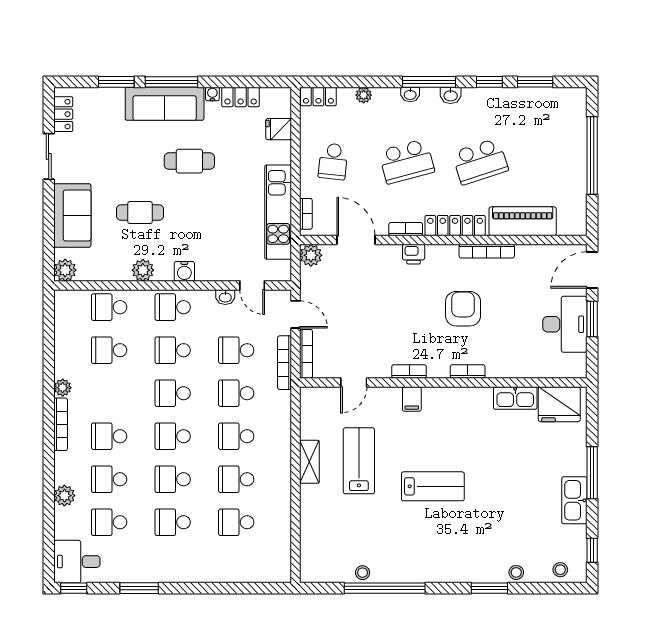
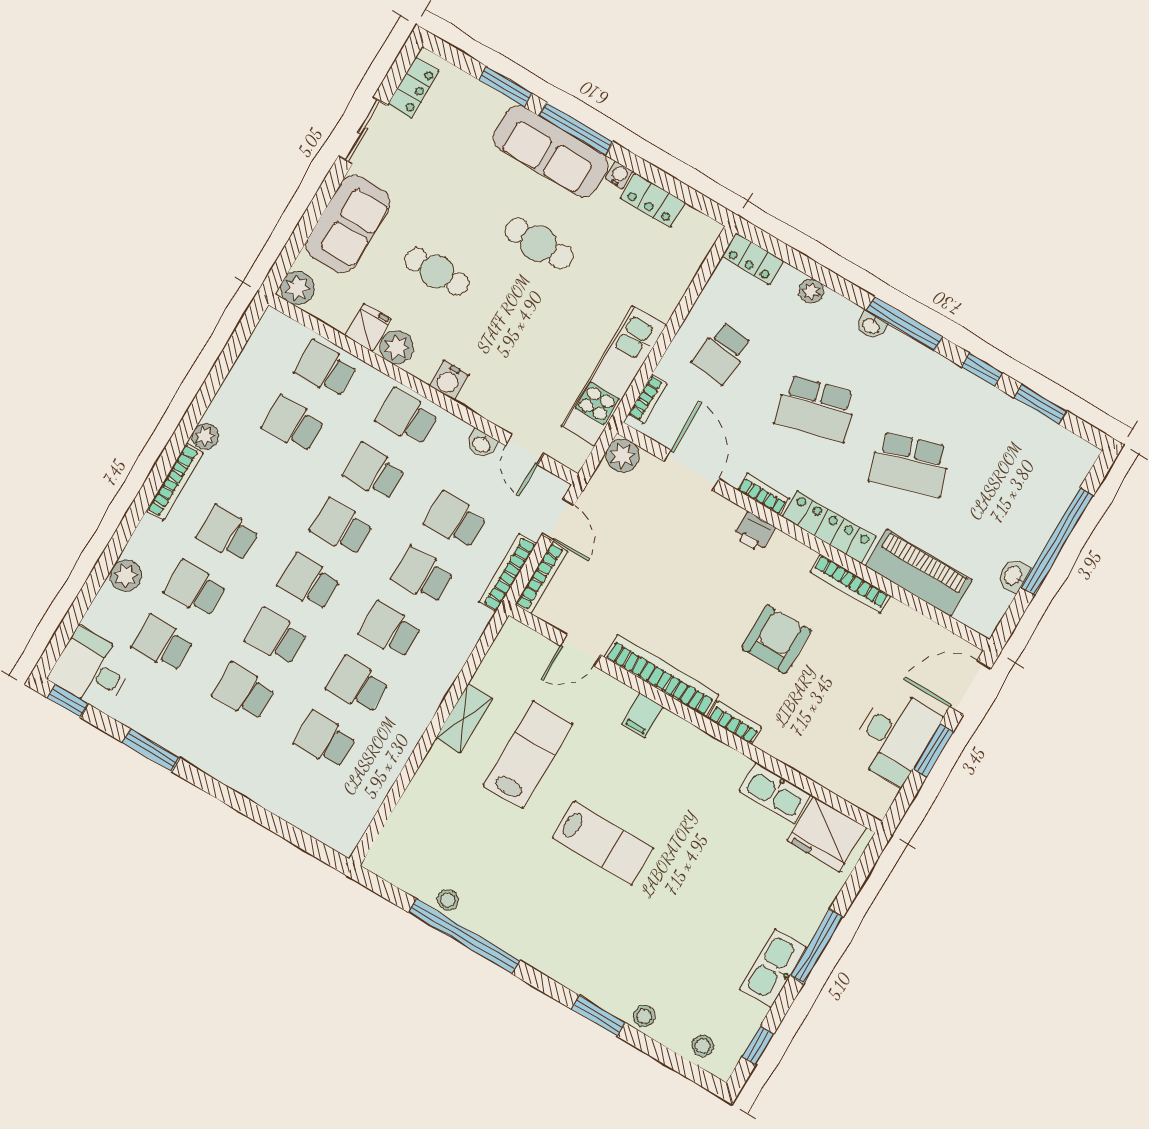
washbasin: (451, 95) -> (1014, 576), moved, turned 90
fridge: (279, 129) -> (368, 327), moved, turned 90
bookcase: (409, 371) -> (661, 676), width x2.31, depth x1.31

